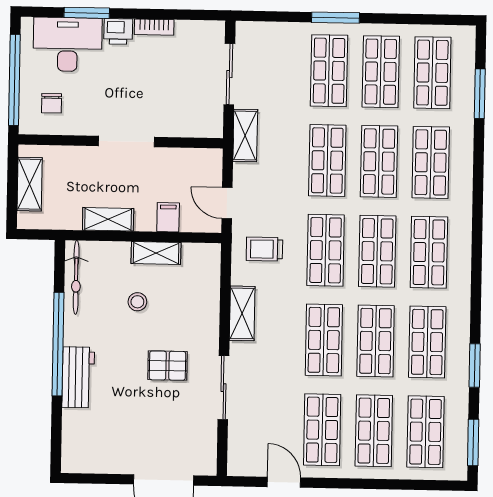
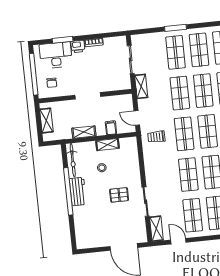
shelving: (242, 313) -> (156, 229), moved
workbench: (78, 377) -> (78, 191), moved

